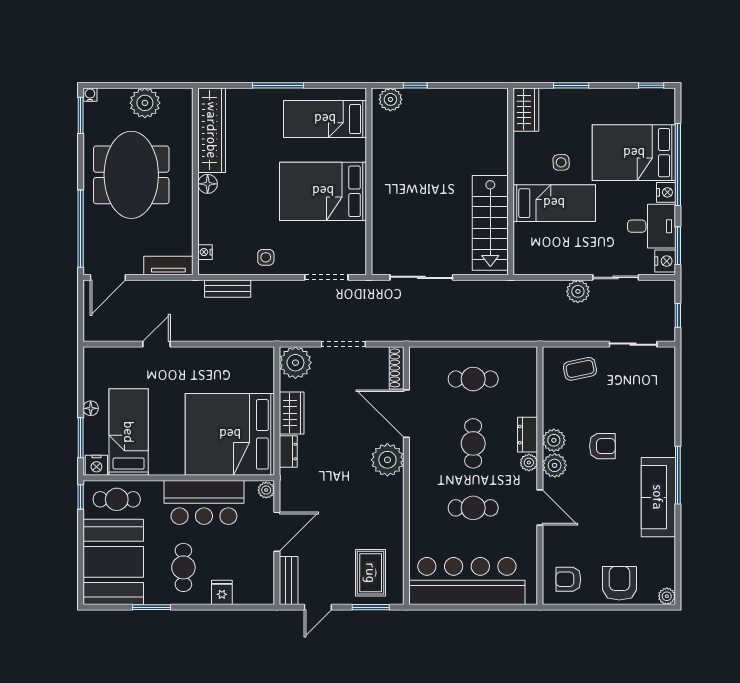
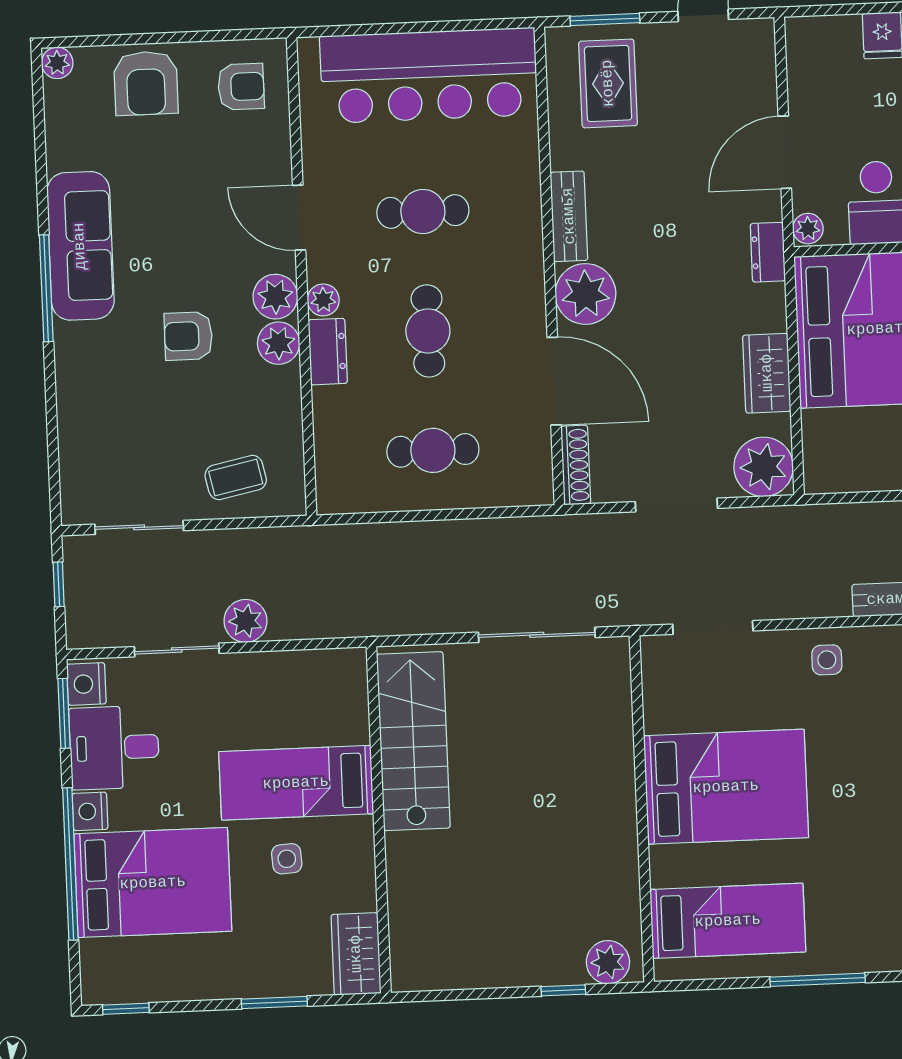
dresser: (288, 452) -> (768, 252), moved
bench: (289, 581) -> (569, 216), moved

